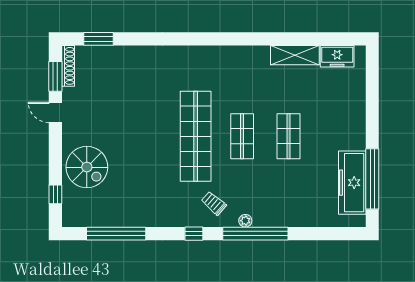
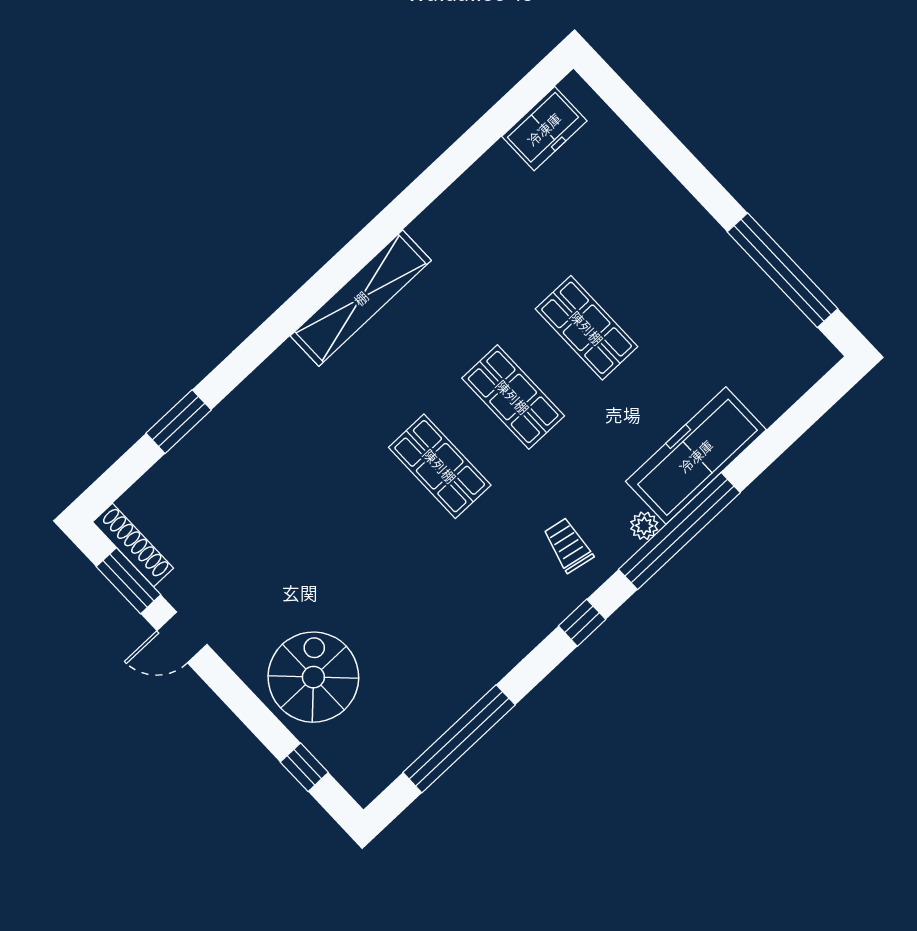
window: (98, 39) -> (179, 422), moved
shelving: (295, 55) -> (361, 298), moved, width x1.47
shop shelf: (196, 136) -> (440, 466), width x0.50, depth x0.74
spiral stairs: (87, 167) -> (313, 677), turned -90
freezer: (352, 183) -> (696, 456), moved, turned 90
trolley: (214, 203) -> (568, 545), turned 60

